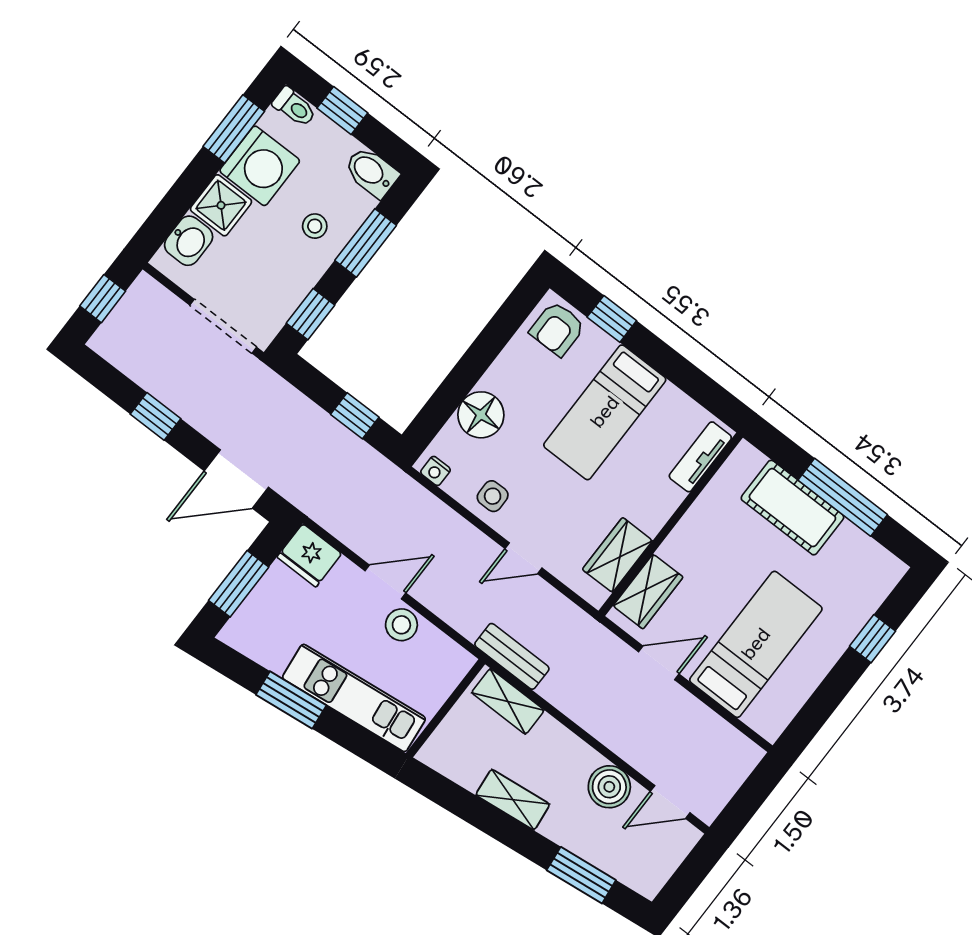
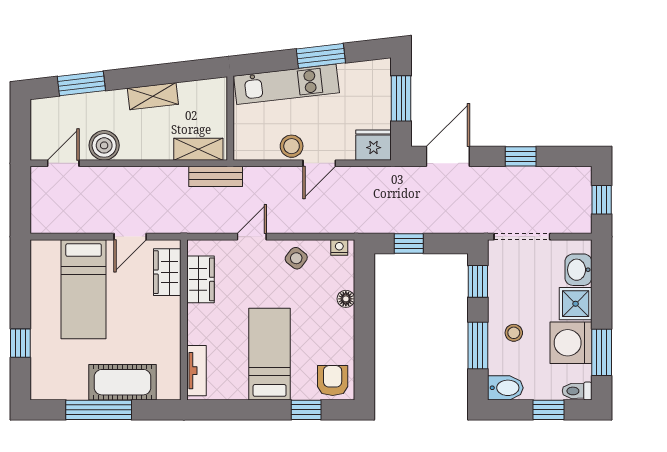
floor lamp: (481, 415) -> (346, 299), width x0.53, depth x0.53
side table: (493, 496) -> (296, 258), turned 38

